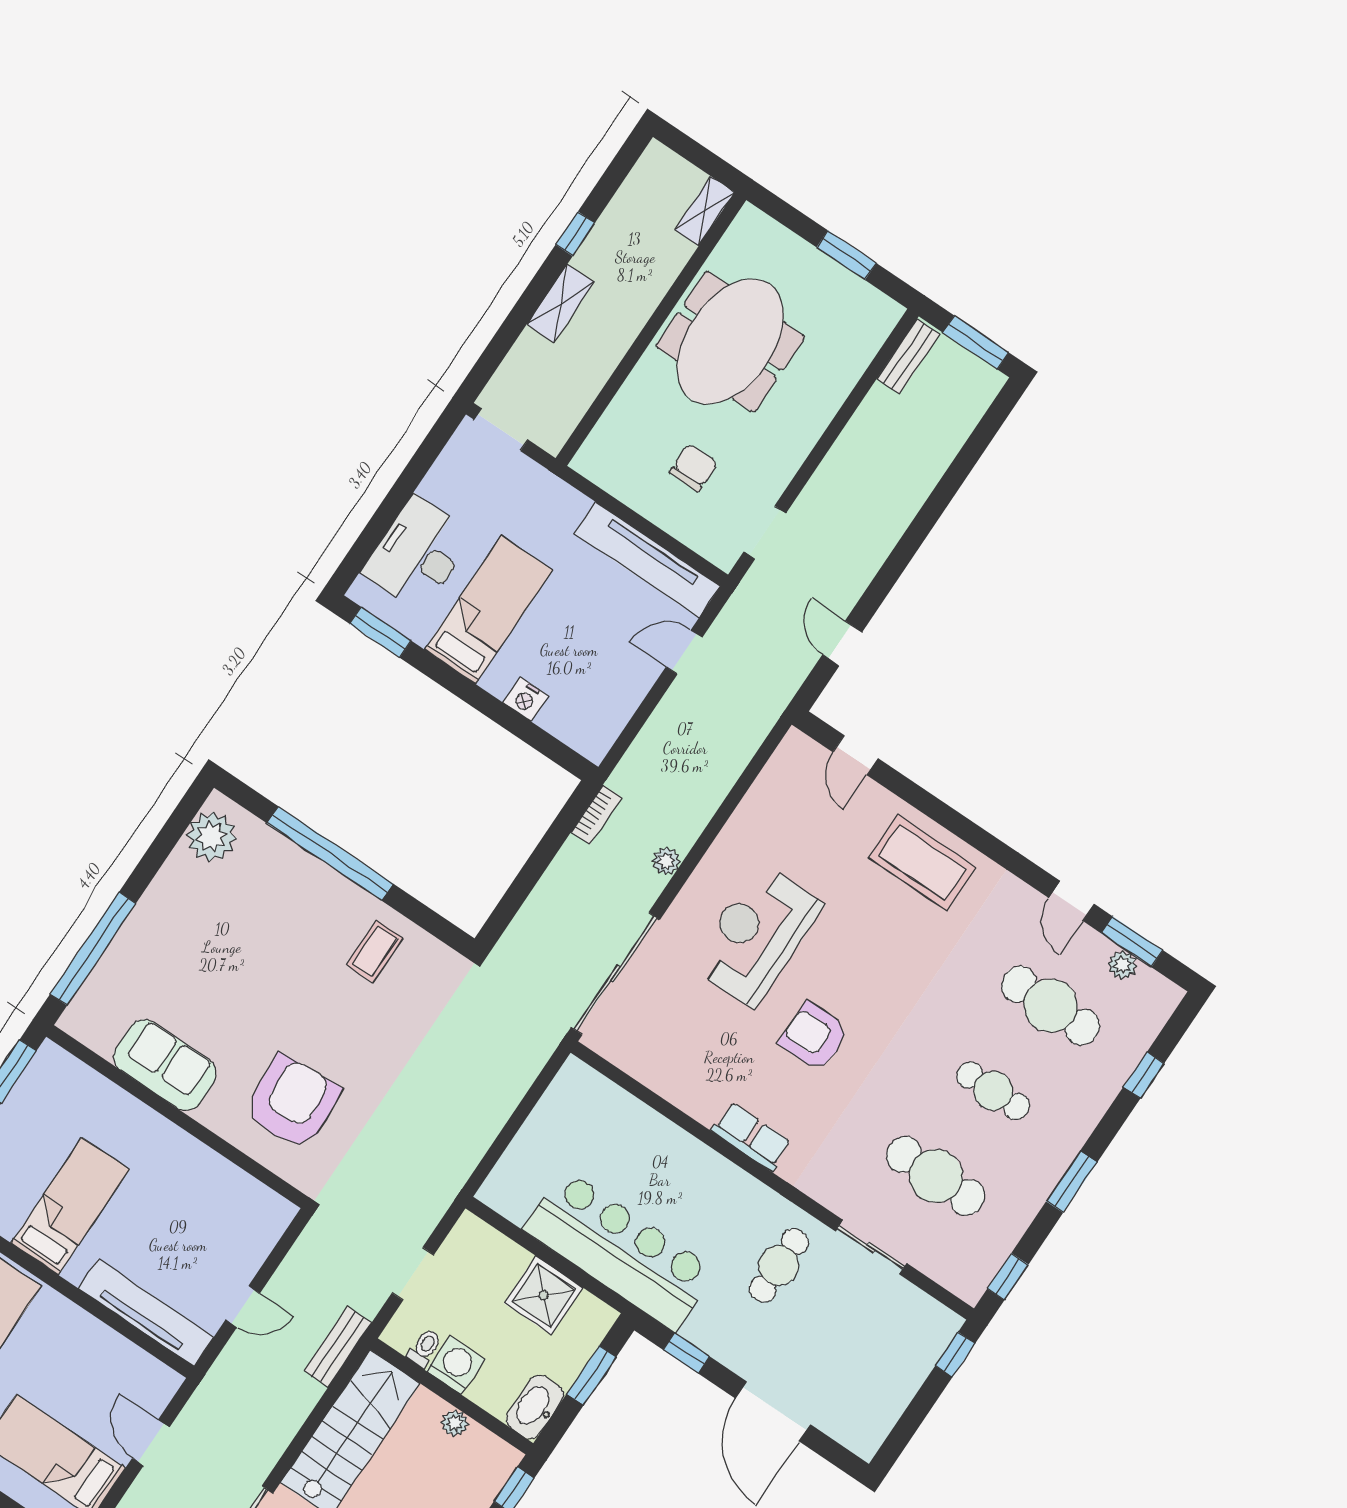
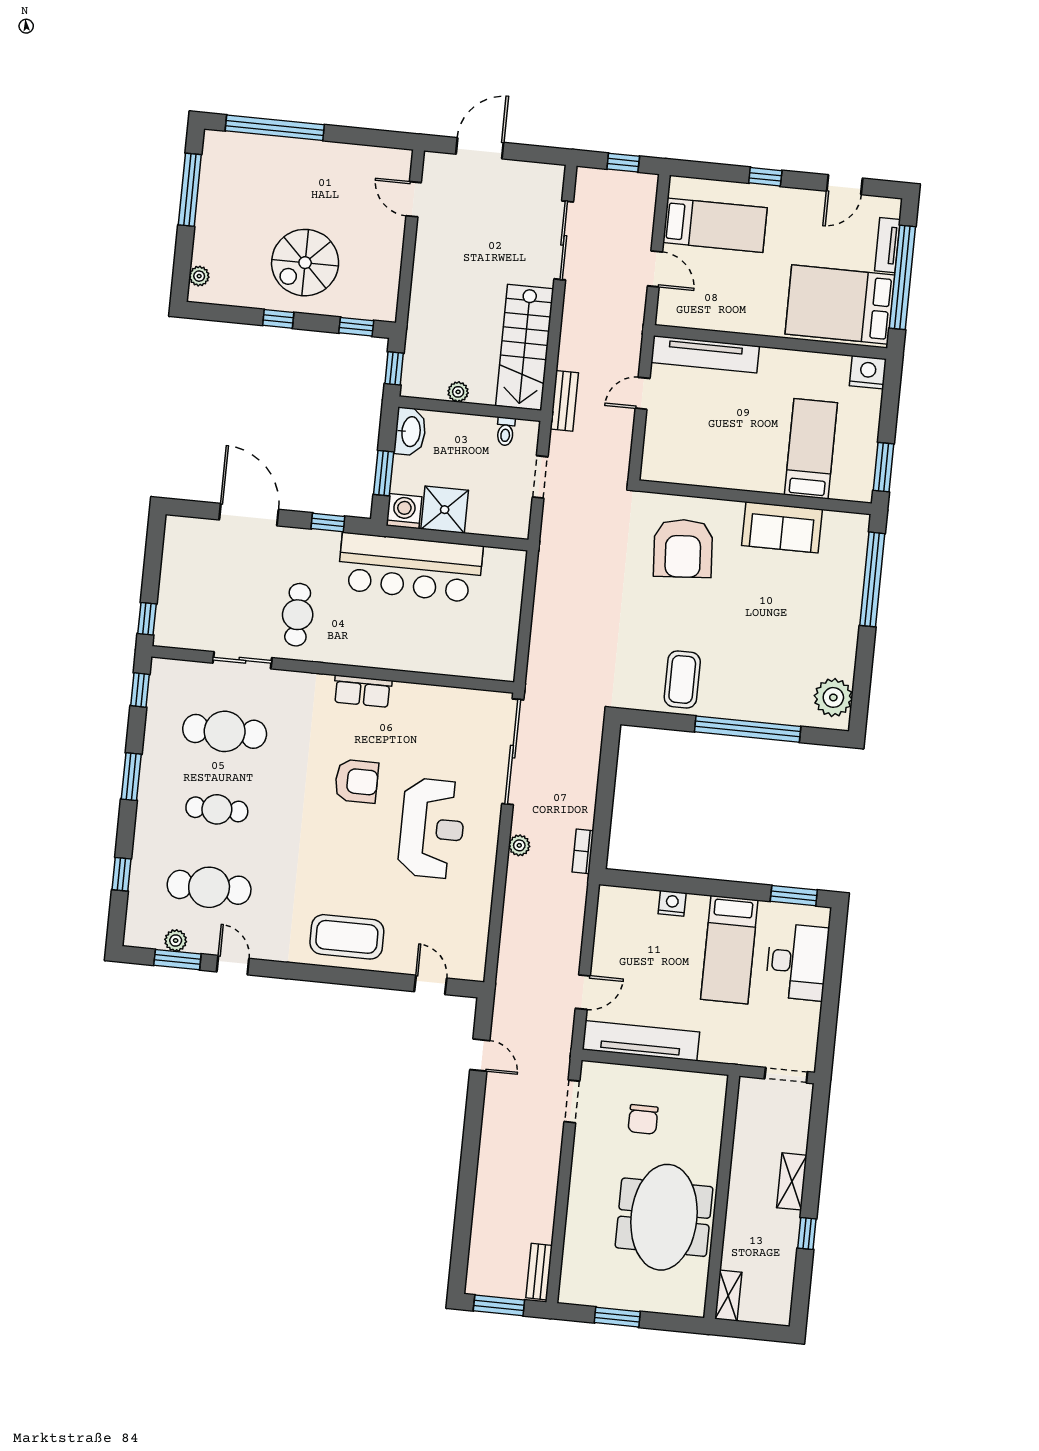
coffee table: (375, 951) -> (682, 679), width x1.36, depth x1.30
bed: (70, 1206) -> (811, 449), moved, turned 180
washing machine: (456, 1365) -> (404, 511), moved, turned 180

